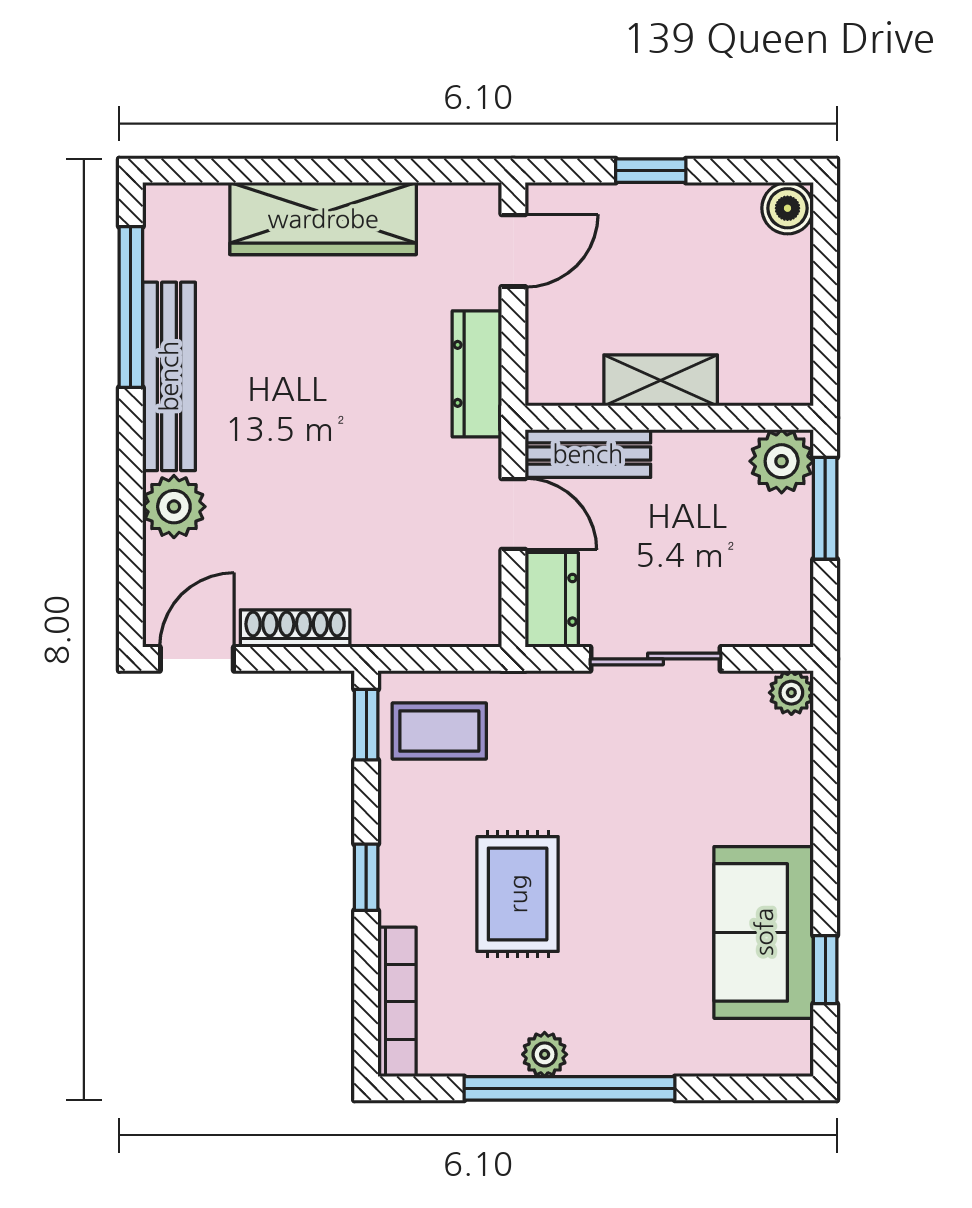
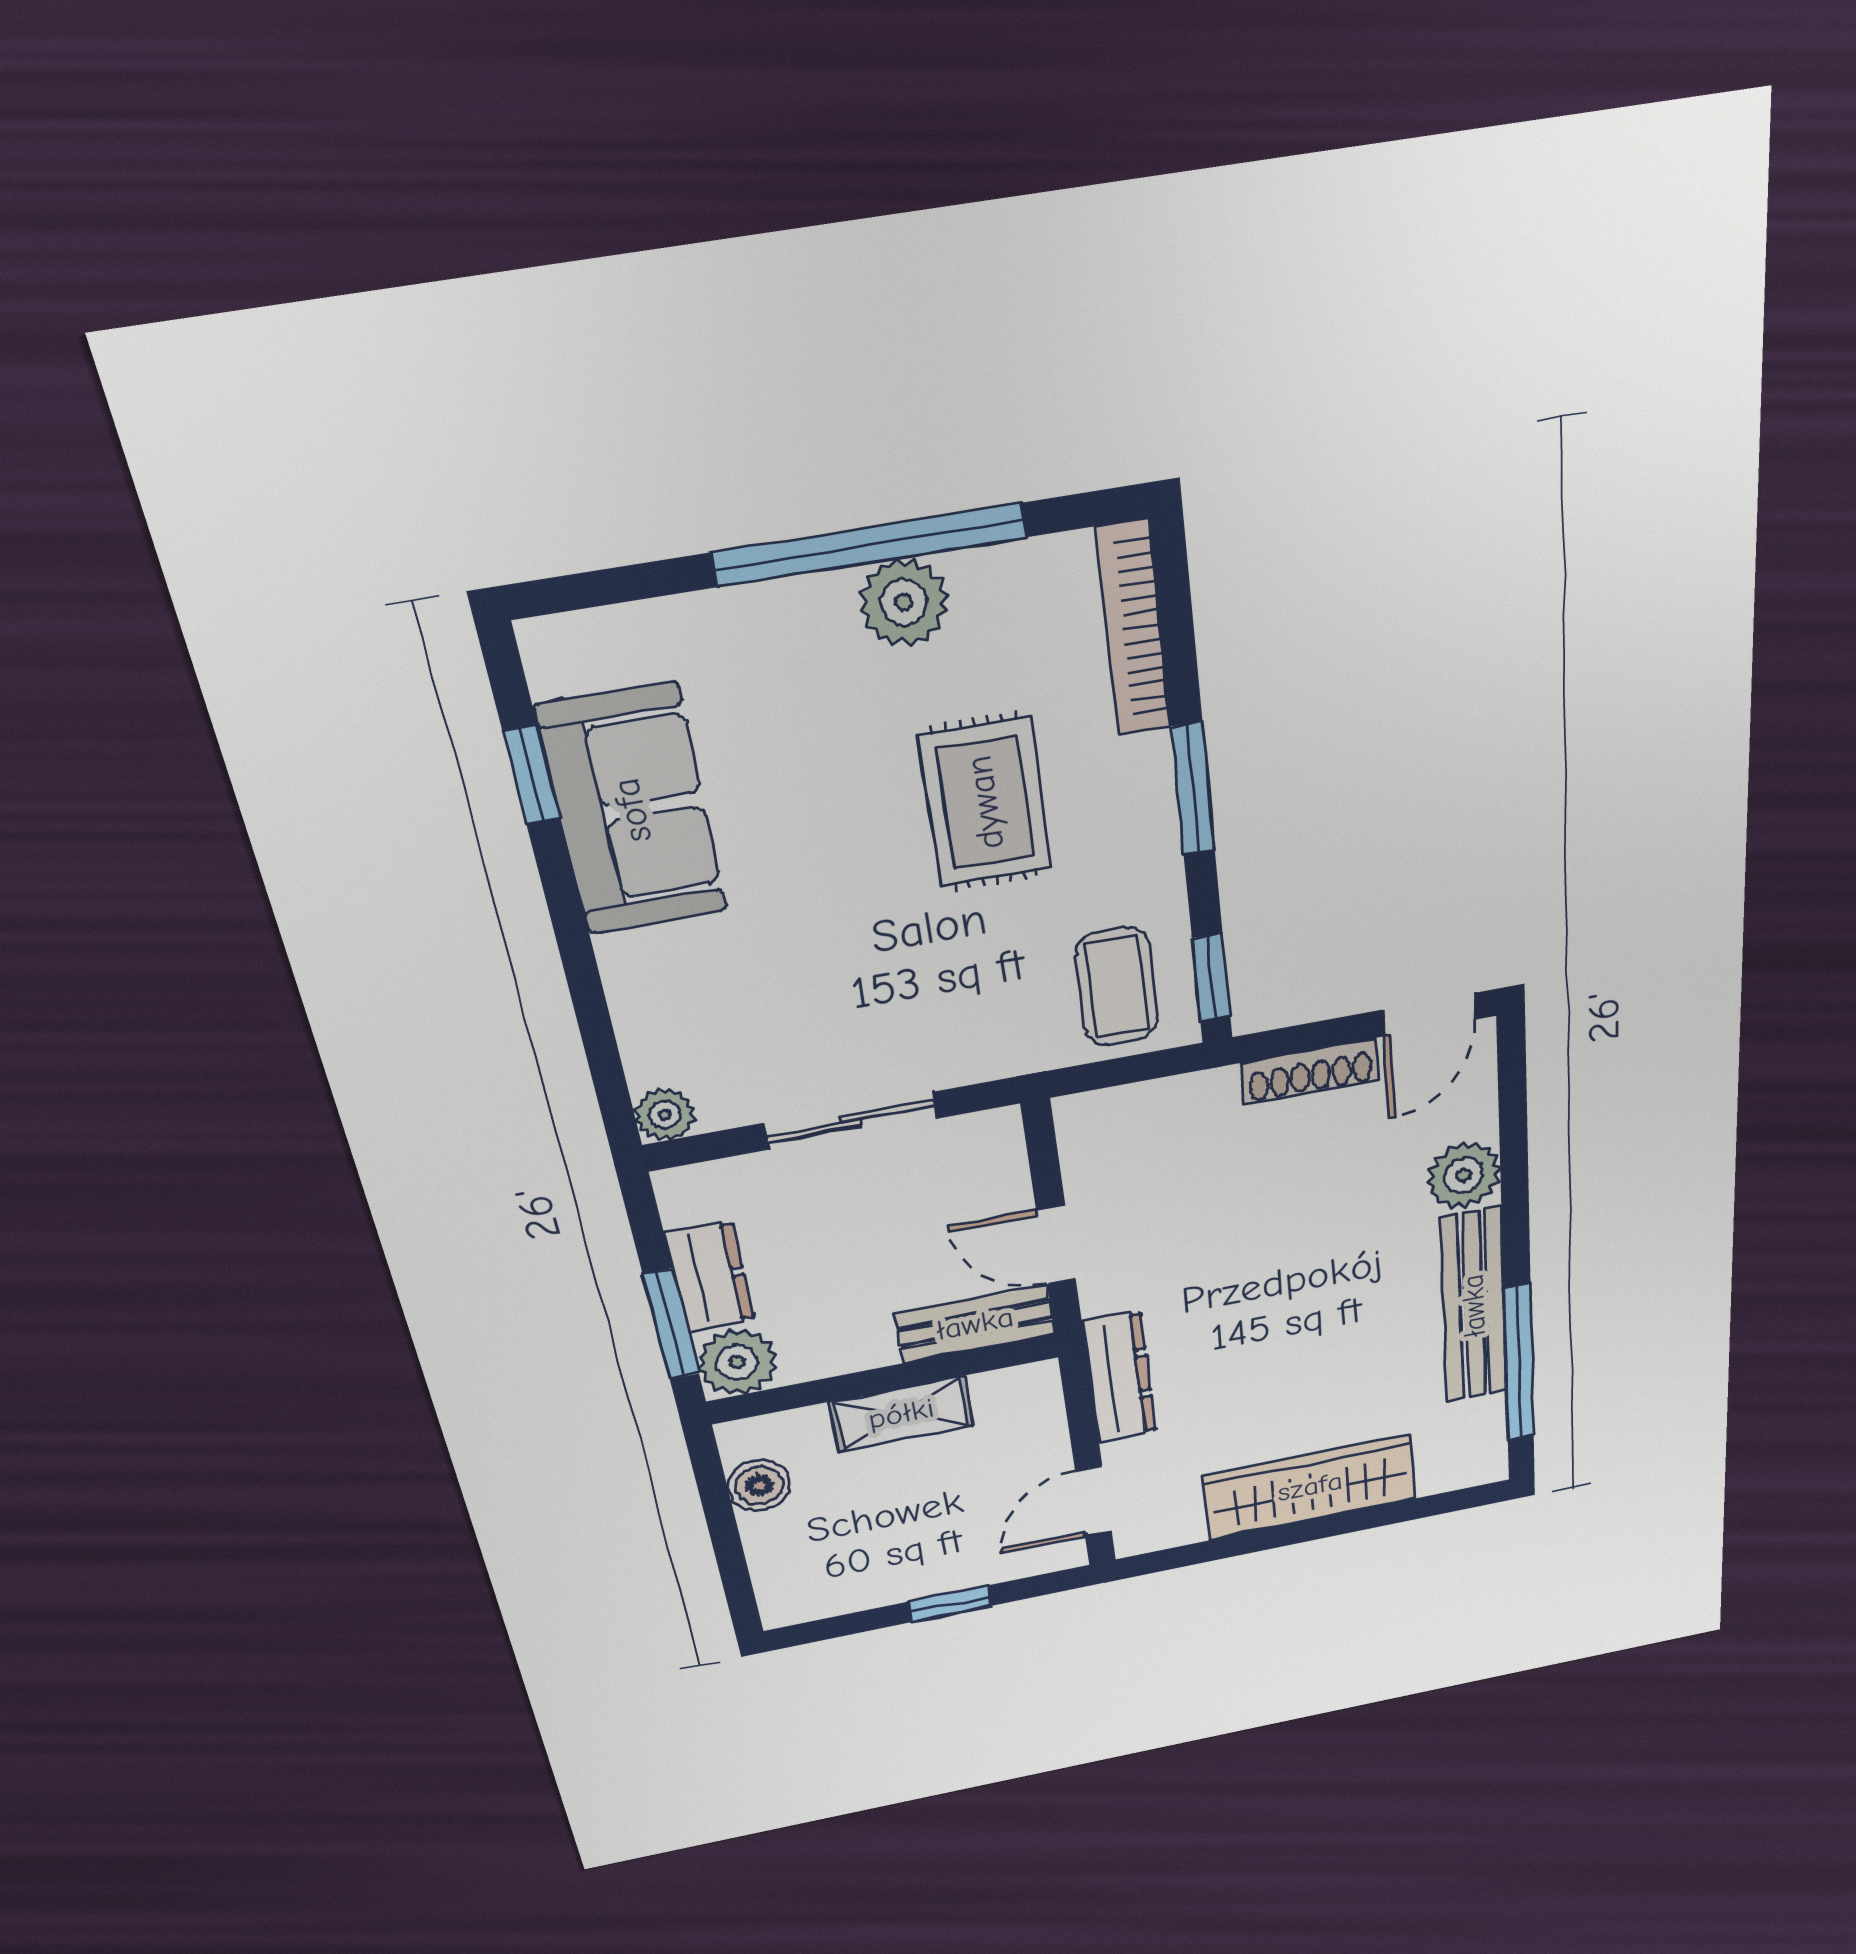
boiler: (788, 208) -> (759, 1485), moved
dresser: (552, 600) -> (710, 1277), moved, turned 180
coffee table: (439, 731) -> (1117, 987), turned 90
window: (366, 877) -> (1193, 789), width x1.50
plant: (545, 1054) -> (904, 602), width x1.38, depth x1.38

